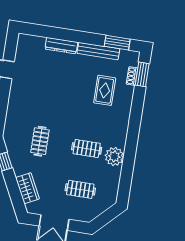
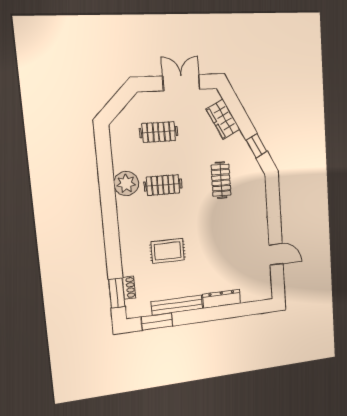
rug: (105, 90) -> (168, 251), moved, turned 90

